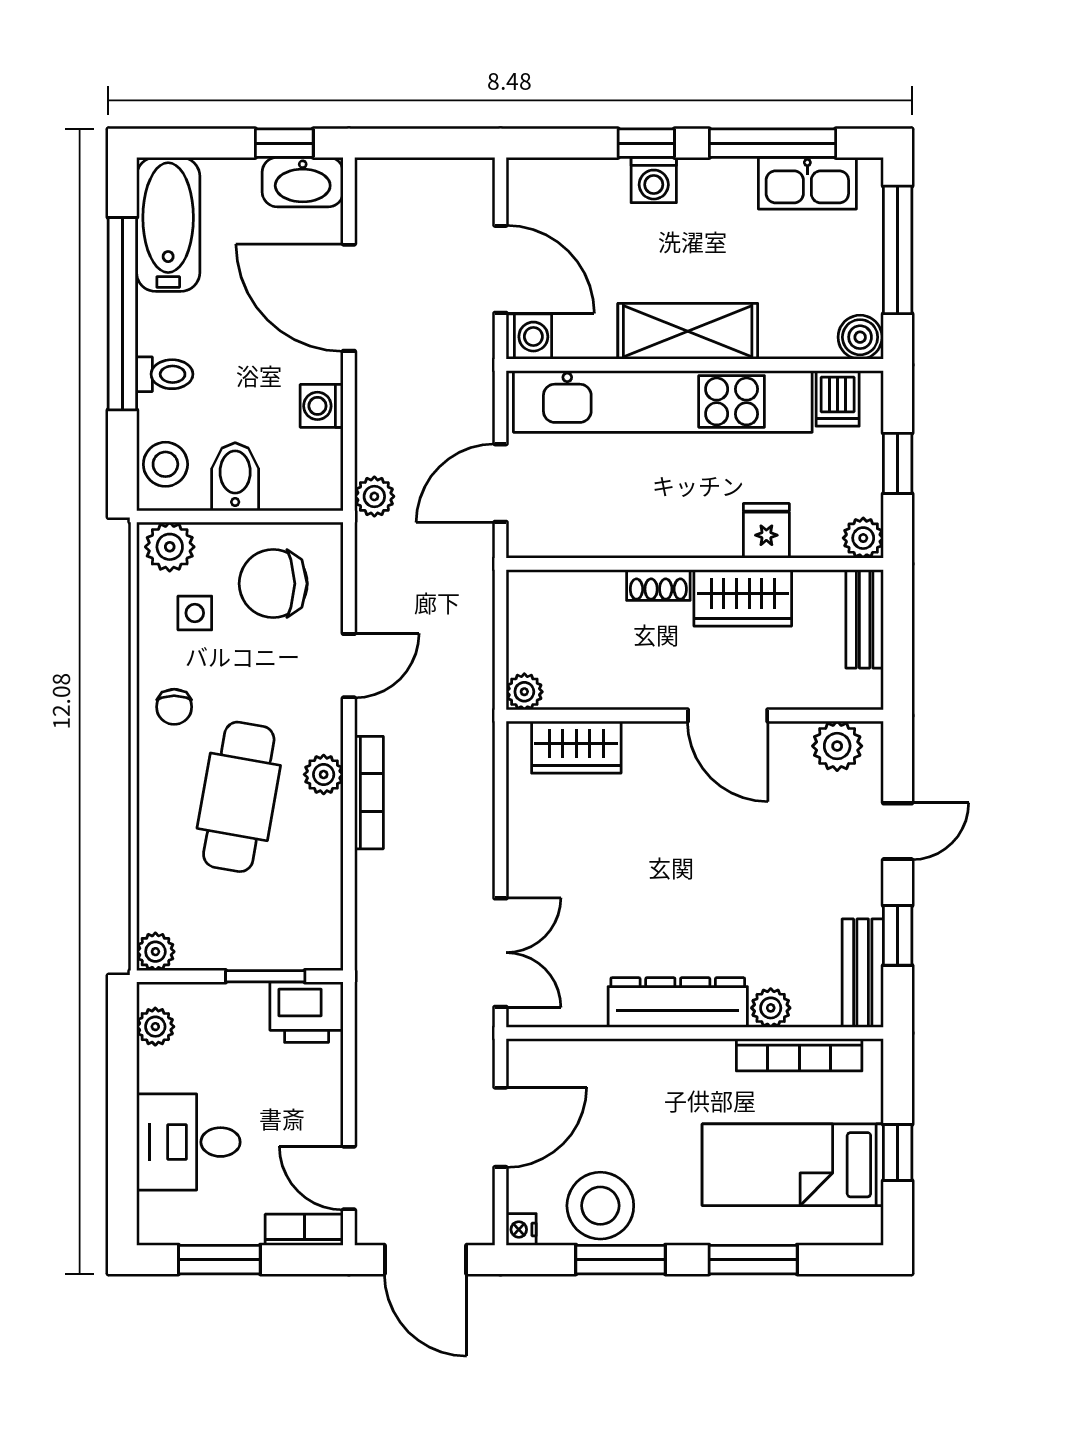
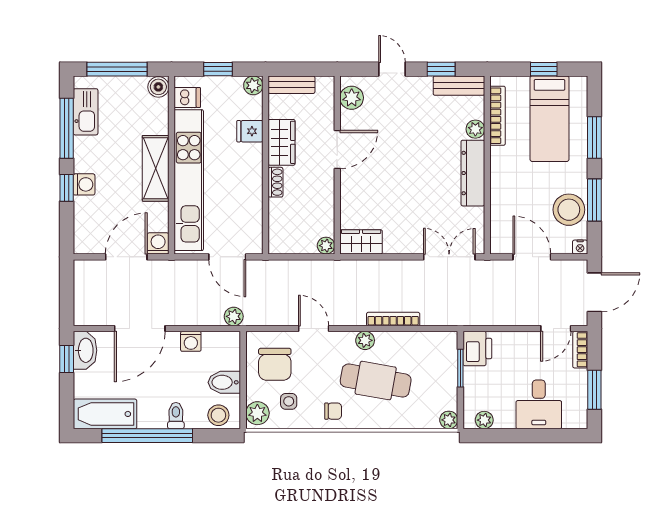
wardrobe: (576, 747) -> (361, 242), moved, turned -90
bookcase: (369, 793) -> (393, 319), moved

